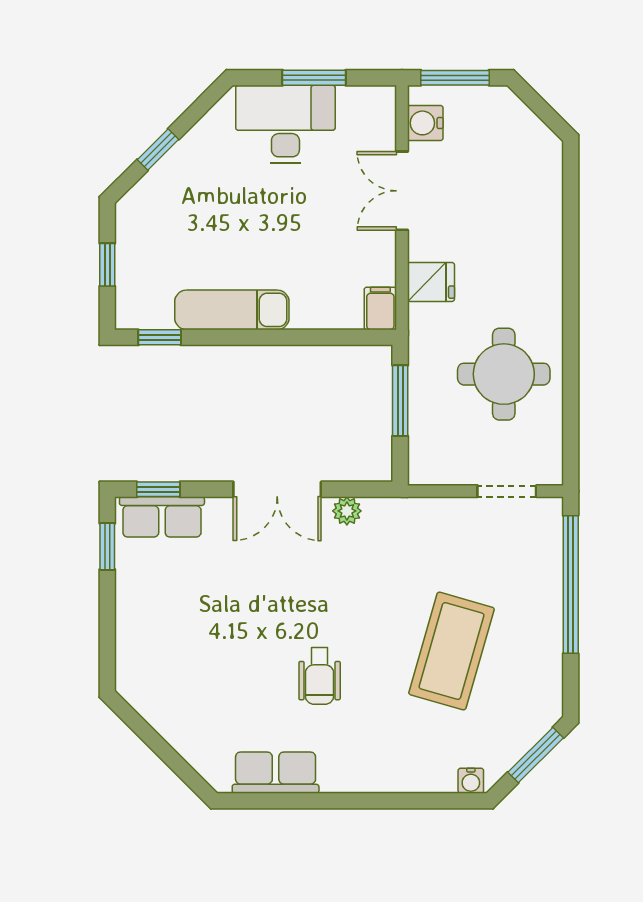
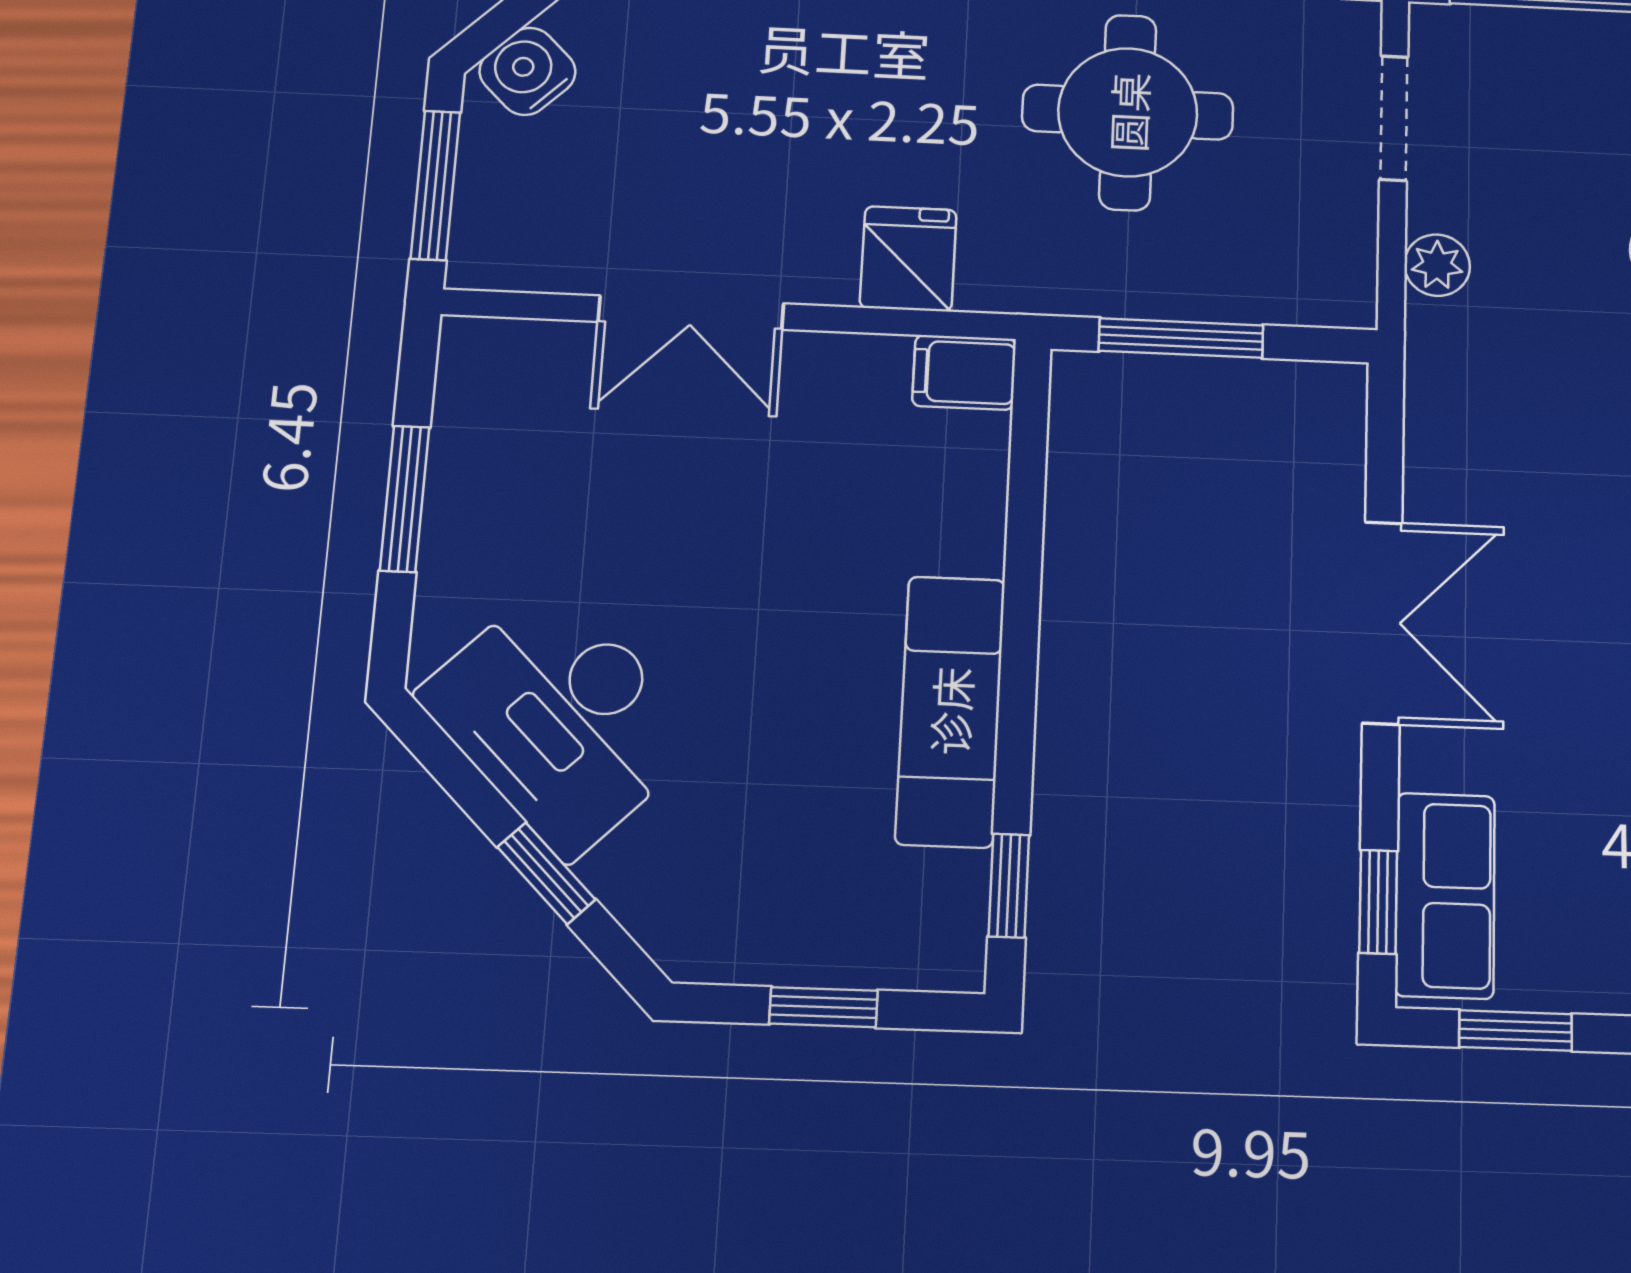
water cooler: (425, 123) -> (527, 71), moved, turned 135
desk: (285, 124) -> (561, 718), moved, turned -45
plant: (347, 511) -> (1437, 265), moved

